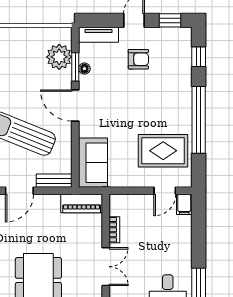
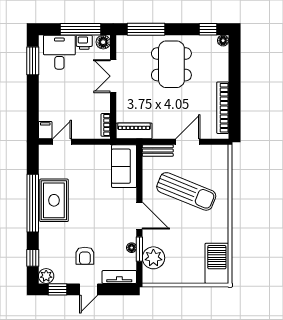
plant: (183, 36) -> (46, 276), added
armchair: (138, 59) -> (85, 256), turned -90
rug: (163, 151) -> (54, 200), moved, turned 90
bookcase: (114, 230) -> (106, 125), moved

